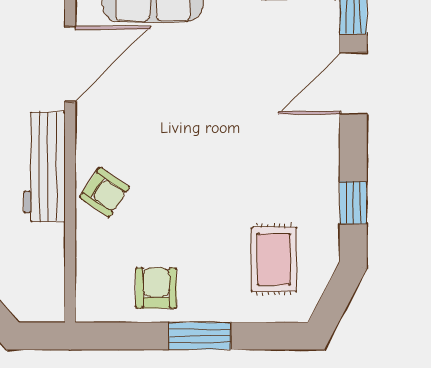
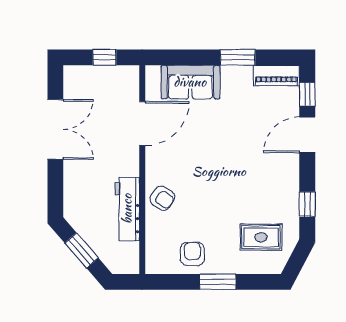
workbench: (45, 167) -> (127, 209), moved
rug: (274, 259) -> (261, 237), turned 90

